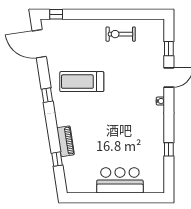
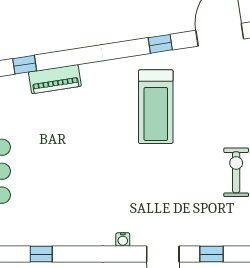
treadmill: (82, 82) -> (156, 107), turned 180
window: (47, 95) -> (160, 44), moved

